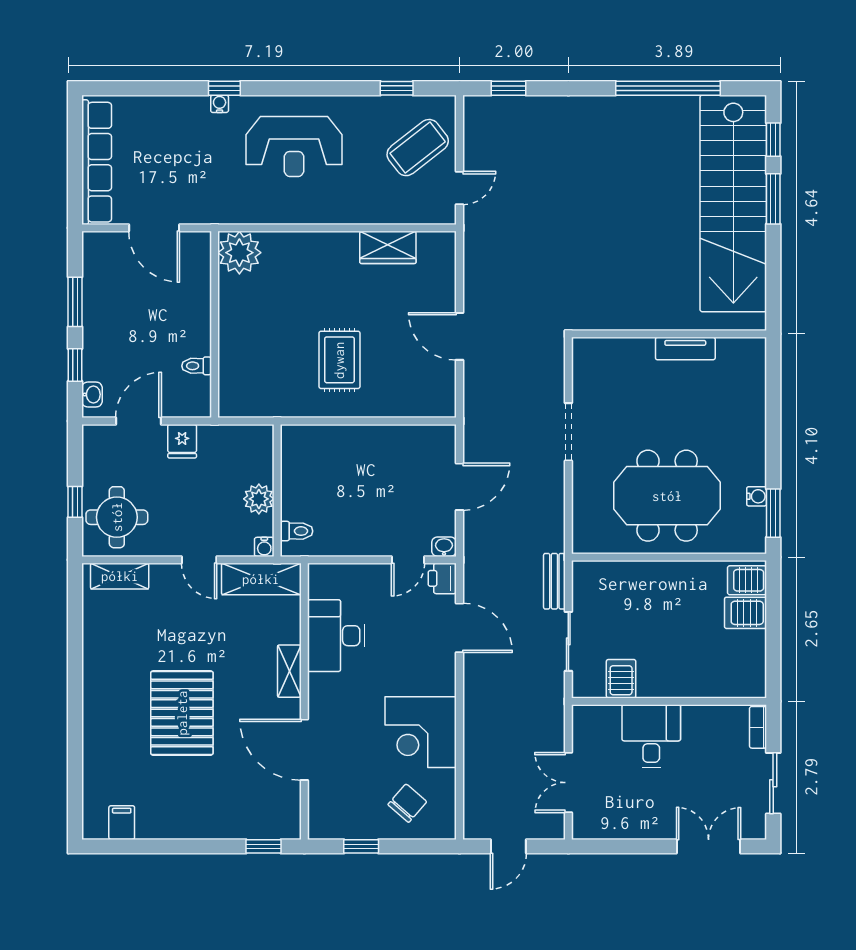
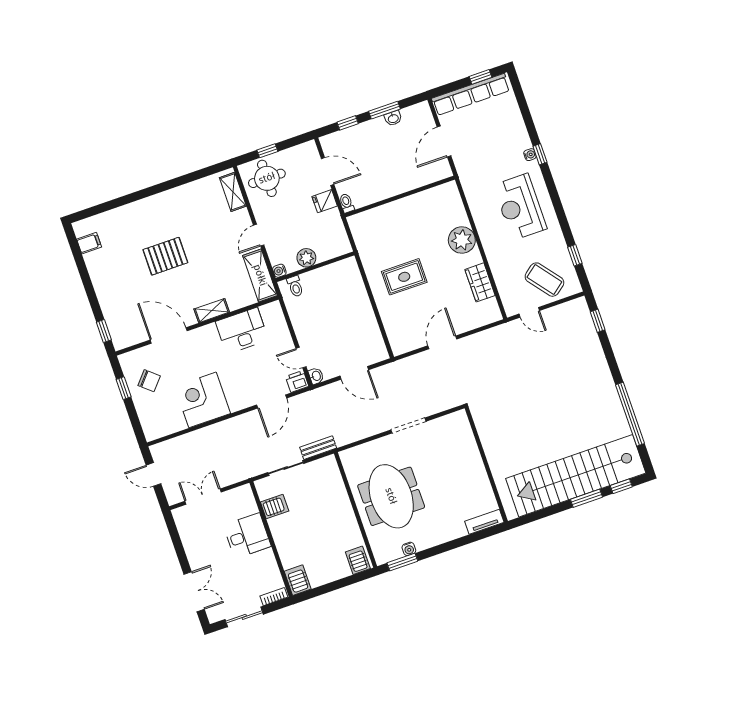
window: (75, 138) -> (480, 77), added
plant: (239, 253) -> (462, 240), moved
tv unit: (685, 349) -> (484, 522), moved, turned 90
toilet: (197, 366) -> (347, 203), moved
washbasin: (92, 394) -> (393, 118), moved
server rack: (745, 613) -> (298, 580), moved
pallet: (182, 713) -> (165, 256), width x0.73, depth x0.71
door: (304, 750) -> (169, 335), hinge flipped
chair: (407, 803) -> (149, 381), moved

